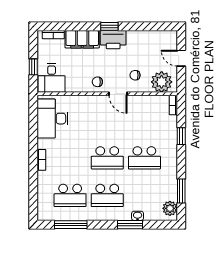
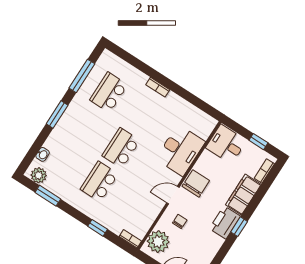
window: (33, 67) -> (258, 142), moved
chair: (97, 82) -> (196, 183), width x1.87, depth x1.87
desk: (53, 119) -> (180, 150), moved, turned 90
school desk: (107, 195) -> (87, 126), removed
washbasin: (138, 216) -> (43, 154), moved
window: (130, 225) -> (57, 114), moved

